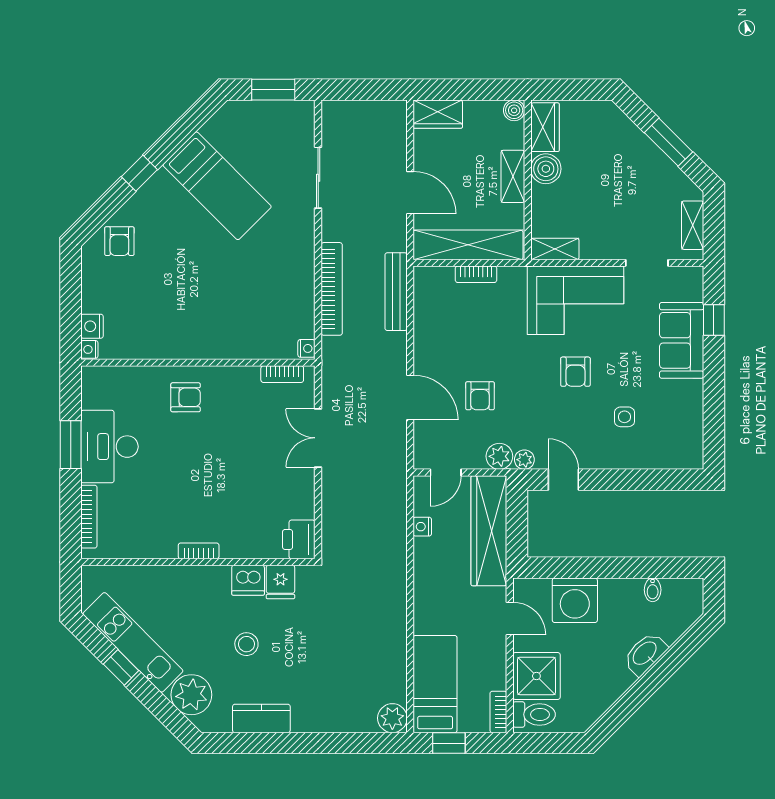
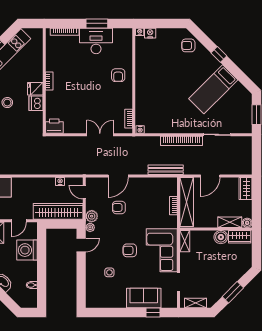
shelving: (513, 176) -> (230, 222), moved
bookcase: (332, 289) -> (181, 141), moved
fridge: (280, 582) -> (35, 89), moved

